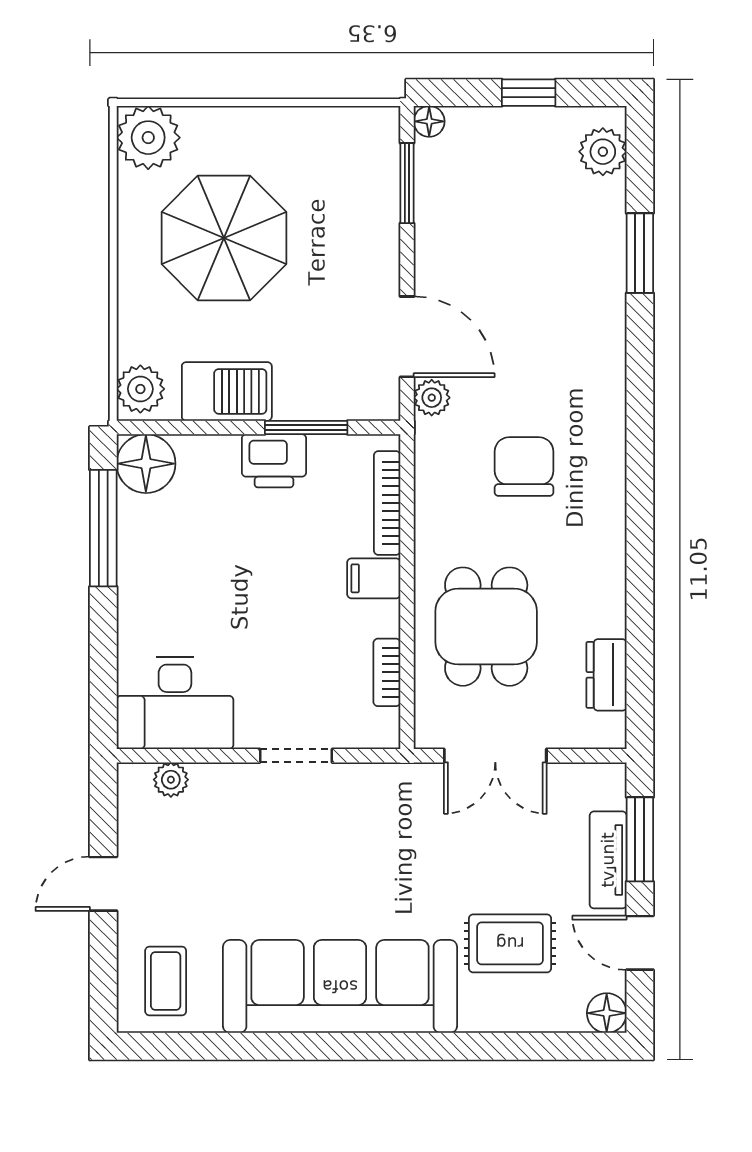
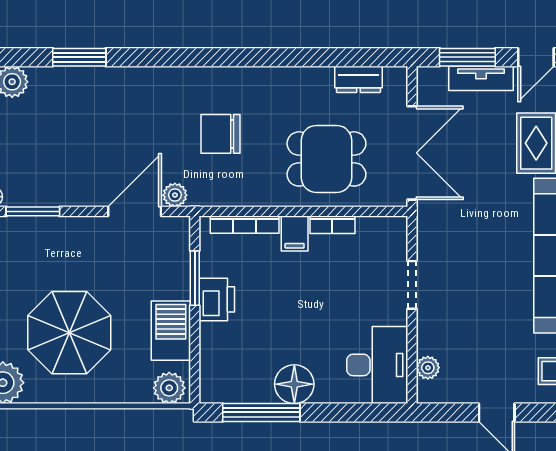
floor lamp: (146, 464) -> (294, 384), moved
bookcase: (387, 672) -> (332, 225), moved
double door: (495, 756) -> (412, 153), width x1.37

